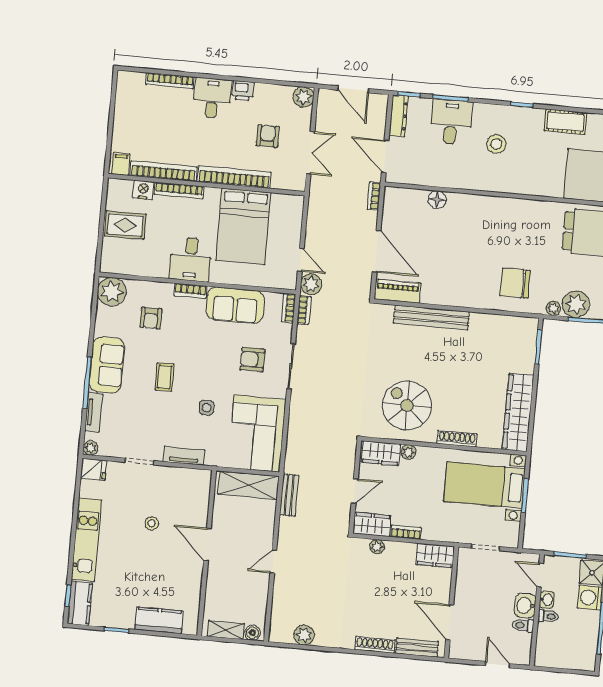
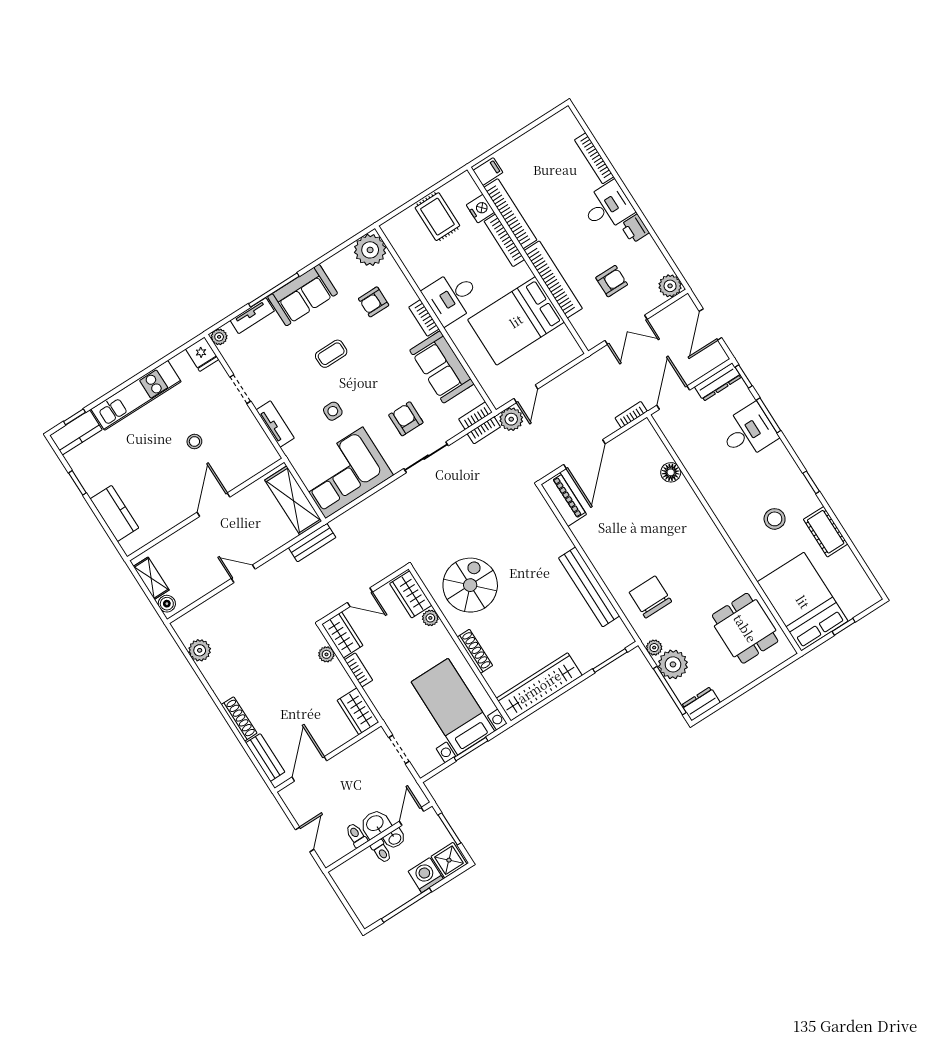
stool: (496, 144) -> (775, 519), moved
bench: (431, 317) -> (589, 587), moved

